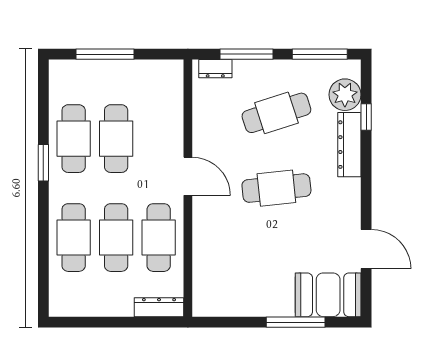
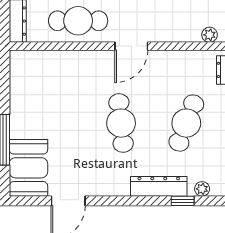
plant: (175, 86) -> (210, 35), added
plant: (345, 95) -> (202, 189), width x0.53, depth x0.53
cafe table: (276, 113) -> (186, 123), turned 39

